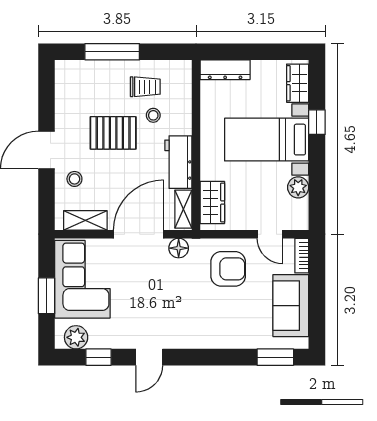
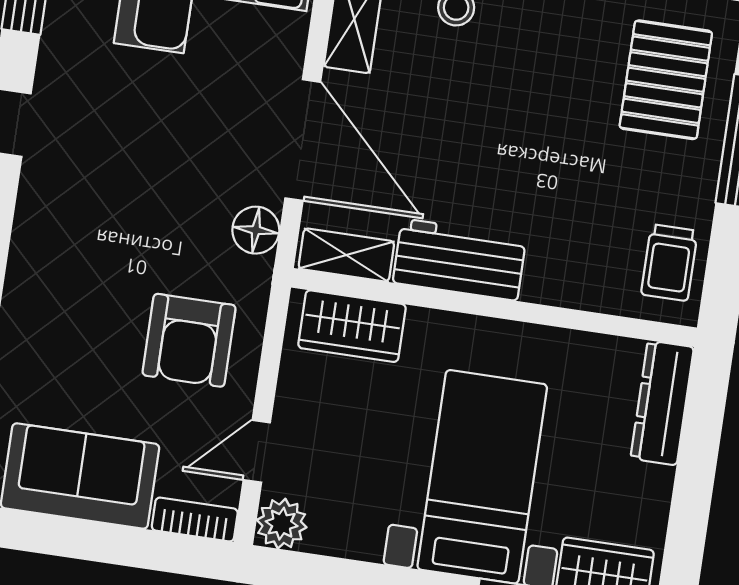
trolley: (145, 87) -> (669, 263), moved
stool: (153, 115) -> (579, 217), removed
pallet: (113, 133) -> (666, 80), moved
plant: (298, 187) -> (282, 524), moved

